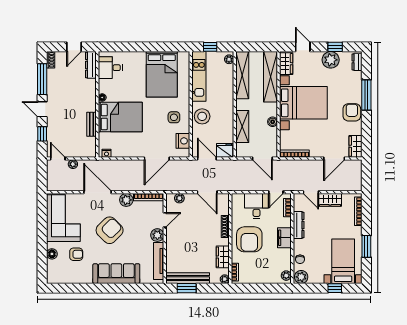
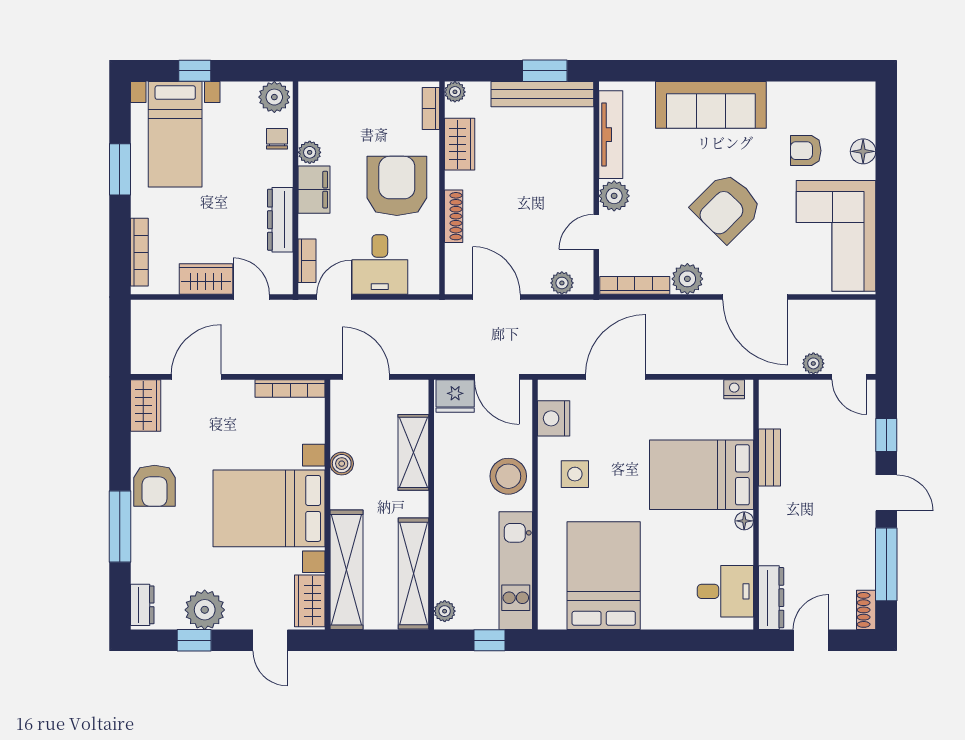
plant: (286, 276) -> (310, 152), moved

